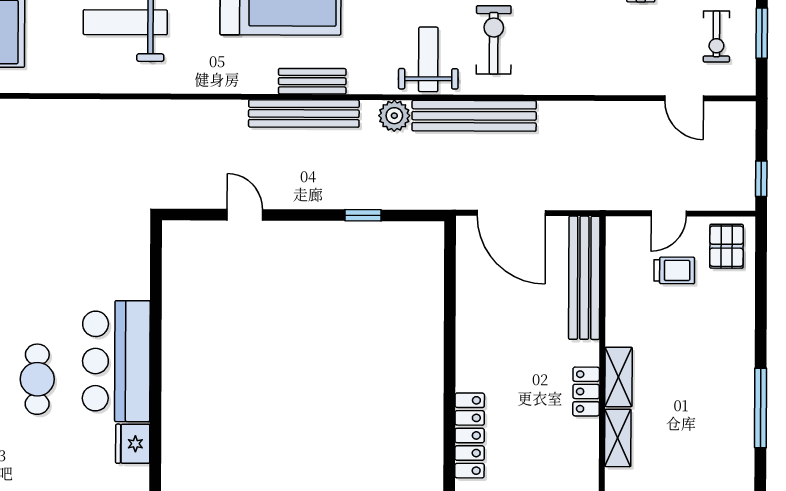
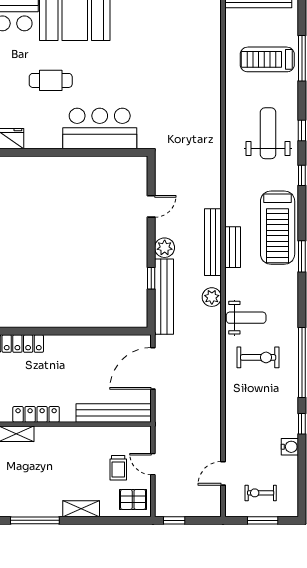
bench: (474, 116) -> (164, 297), moved
plant: (313, 193) -> (165, 248), added
bar counter: (116, 361) -> (100, 129), moved
shelving: (618, 377) -> (81, 509), moved
locker: (586, 392) -> (36, 414), width x1.53

